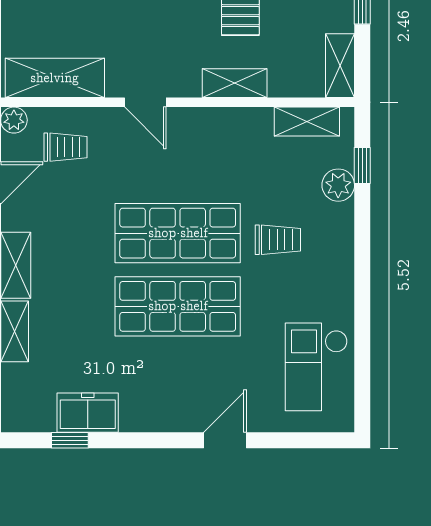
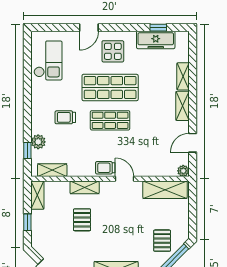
trolley: (66, 147) -> (105, 168), moved
shop shelf: (178, 233) -> (110, 120), width x0.70, depth x0.74
display table: (171, 387) -> (113, 51), added
freezer: (88, 413) -> (156, 40), width x1.40

